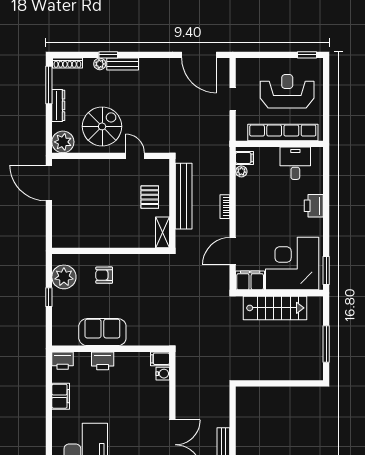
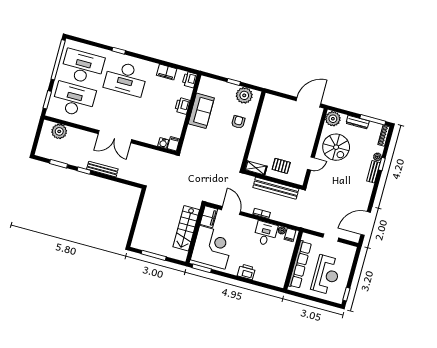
desk: (295, 163) -> (265, 234), moved, turned -90

